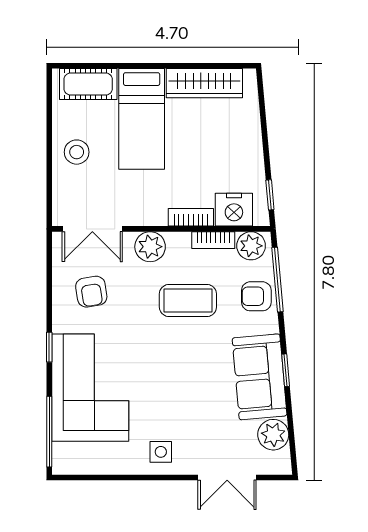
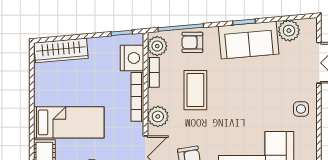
wardrobe: (204, 83) -> (61, 50), moved, turned 85
bookcase: (191, 217) -> (137, 97), width x1.56
armchair: (256, 296) -> (192, 42), turned 90

